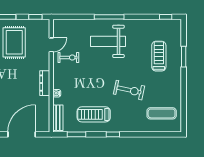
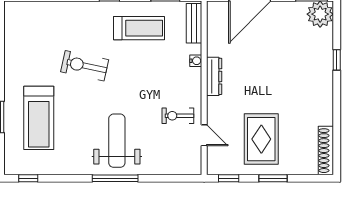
weight bench: (108, 41) -> (117, 141), turned -90
door: (51, 45) -> (204, 135), swing flipped
treadmill: (159, 56) -> (39, 118), width x1.37, depth x1.38
exercise mat: (162, 113) -> (34, 30), removed

